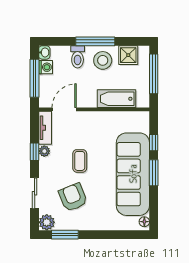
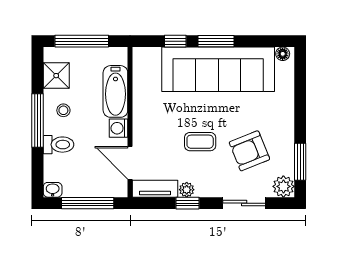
stool: (103, 60) -> (63, 110), width x0.53, depth x0.53
washing machine: (46, 67) -> (119, 128), moved, turned -90

